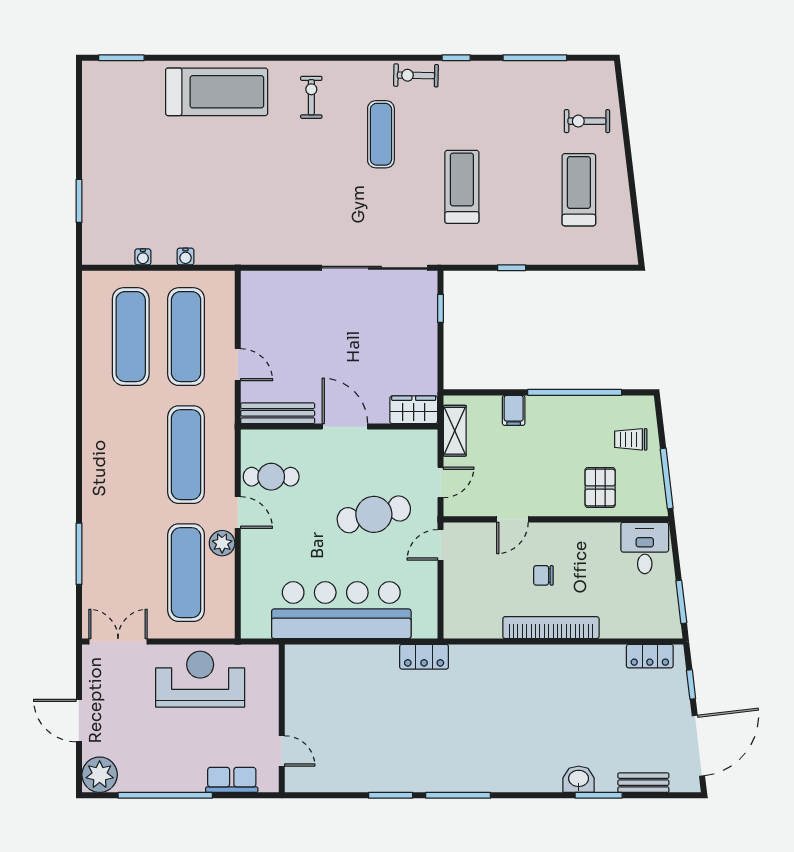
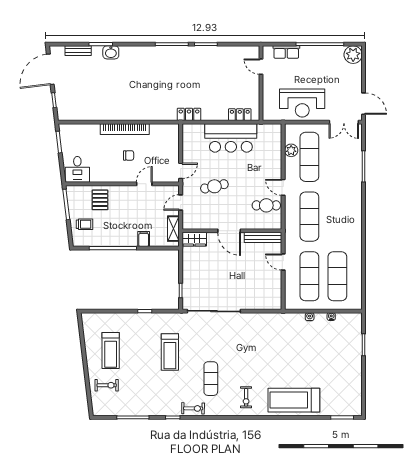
cafe table: (374, 514) -> (214, 186), width x0.73, depth x0.74
plant: (222, 543) -> (291, 150), moved
bar counter: (341, 610) -> (231, 138), width x0.73
locker: (650, 656) -> (240, 115), moved
door: (79, 721) -> (364, 104), moved

